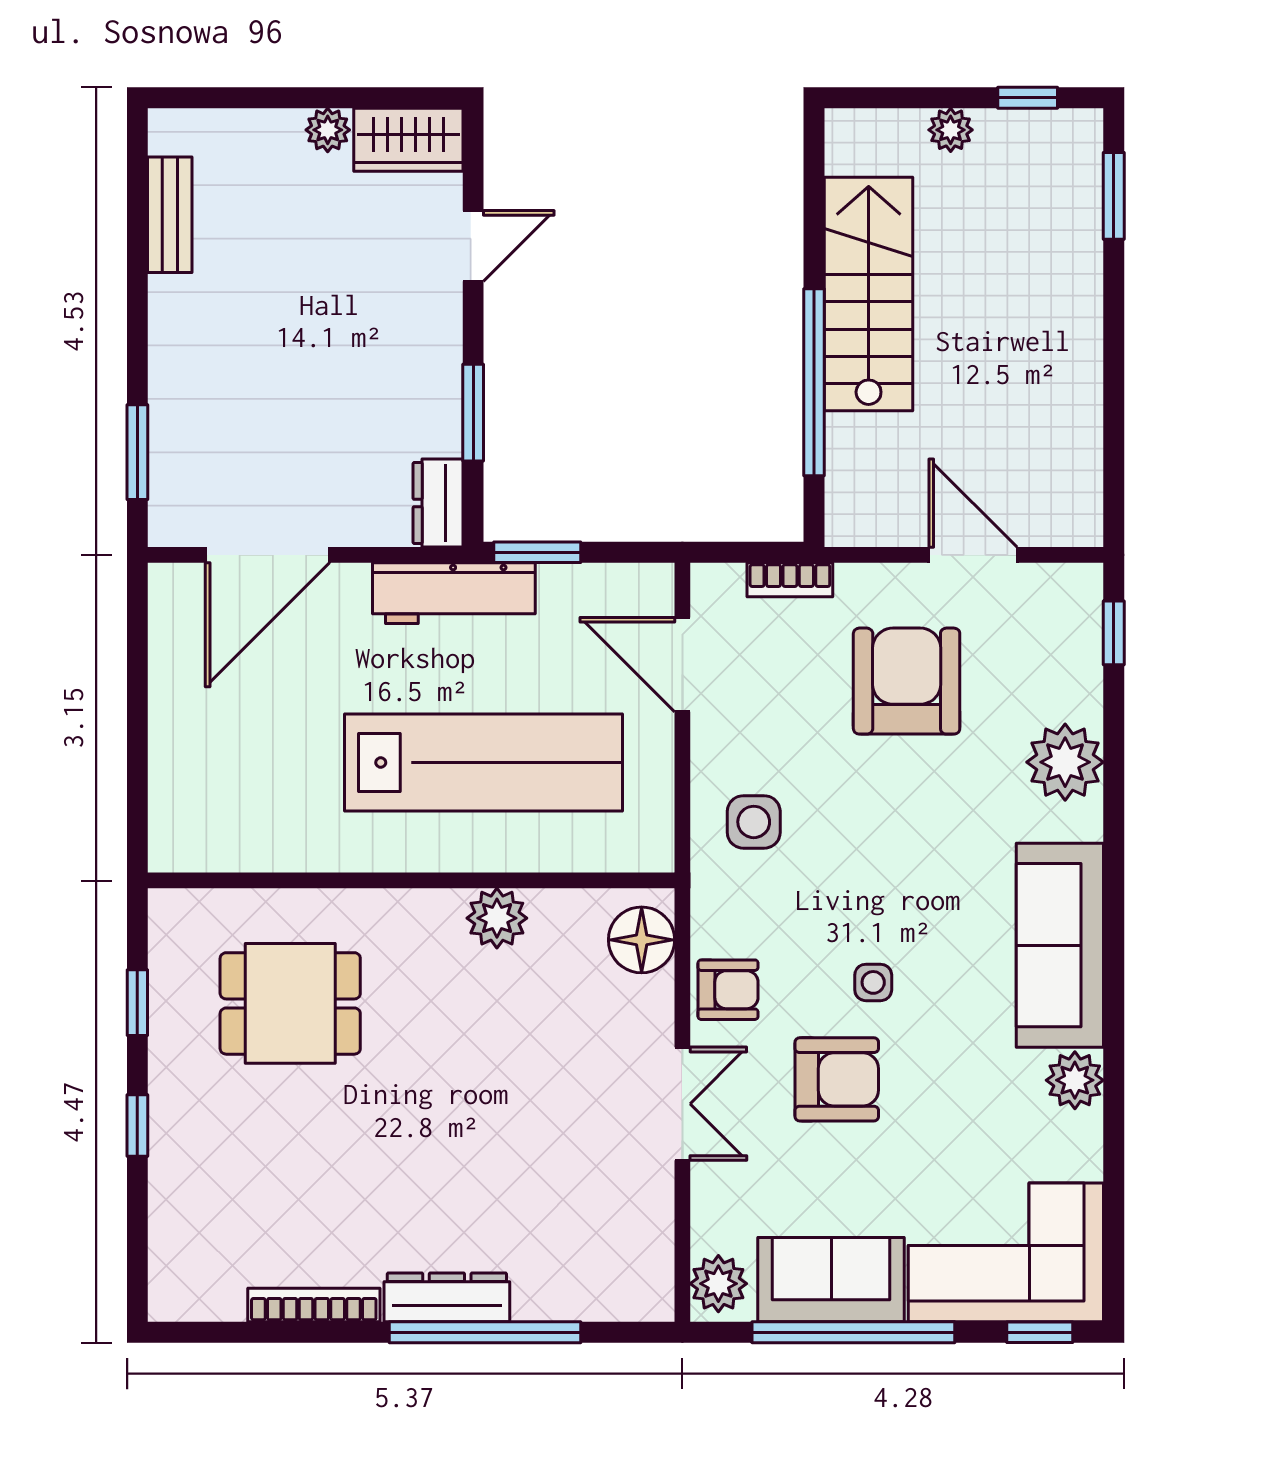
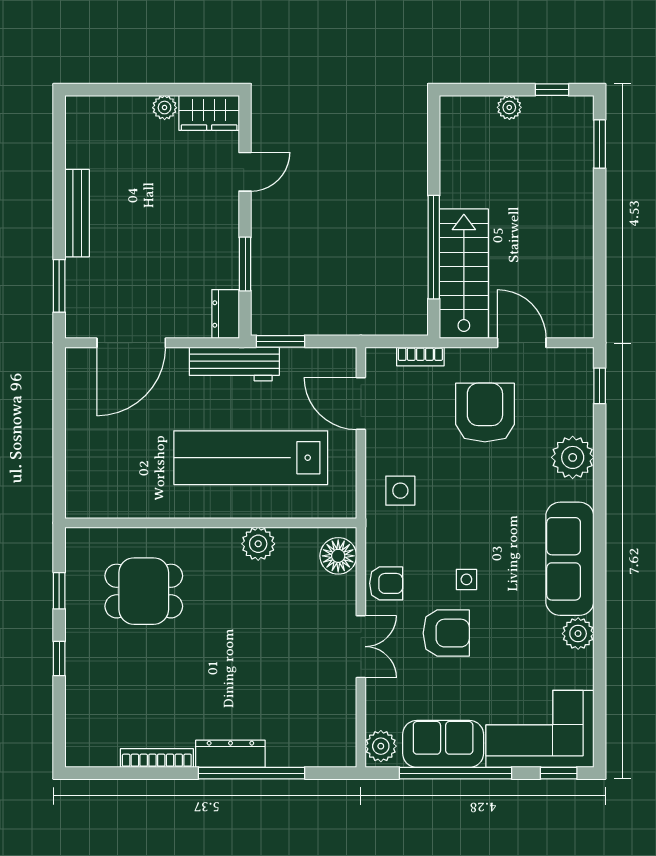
bench: (170, 215) -> (77, 213), moved, width x1.36
stairs: (869, 294) -> (464, 274), moved
lab bench: (484, 763) -> (251, 458), turned 180

